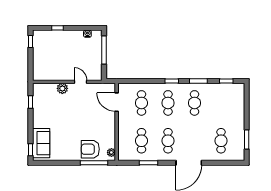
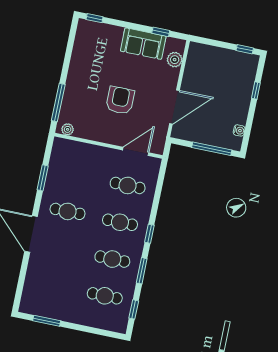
door: (80, 82) -> (174, 107), width x1.88
plant: (62, 88) -> (175, 60), moved
cafe table: (141, 141) -> (75, 175), removed
cafe table: (221, 141) -> (105, 296), moved
sofa: (41, 143) -> (143, 44), moved
armchair: (90, 149) -> (120, 100), moved

